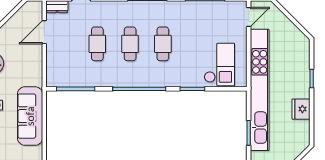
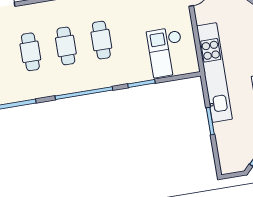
checkout: (219, 64) -> (166, 52), turned 180
kitchen unit: (260, 90) -> (214, 73), width x0.73

